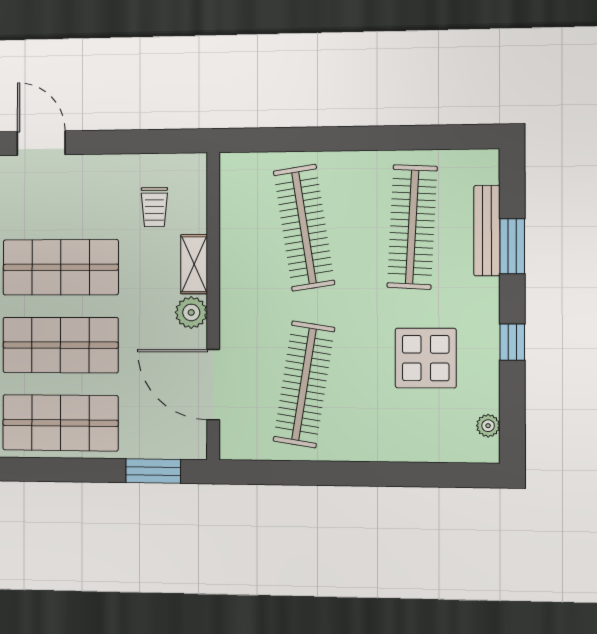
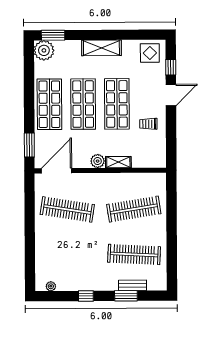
trolley: (154, 207) -> (148, 124), moved
bench: (487, 231) -> (132, 285), width x0.73
display table: (426, 358) -> (79, 260), removed
door: (213, 385) -> (56, 171), moved

